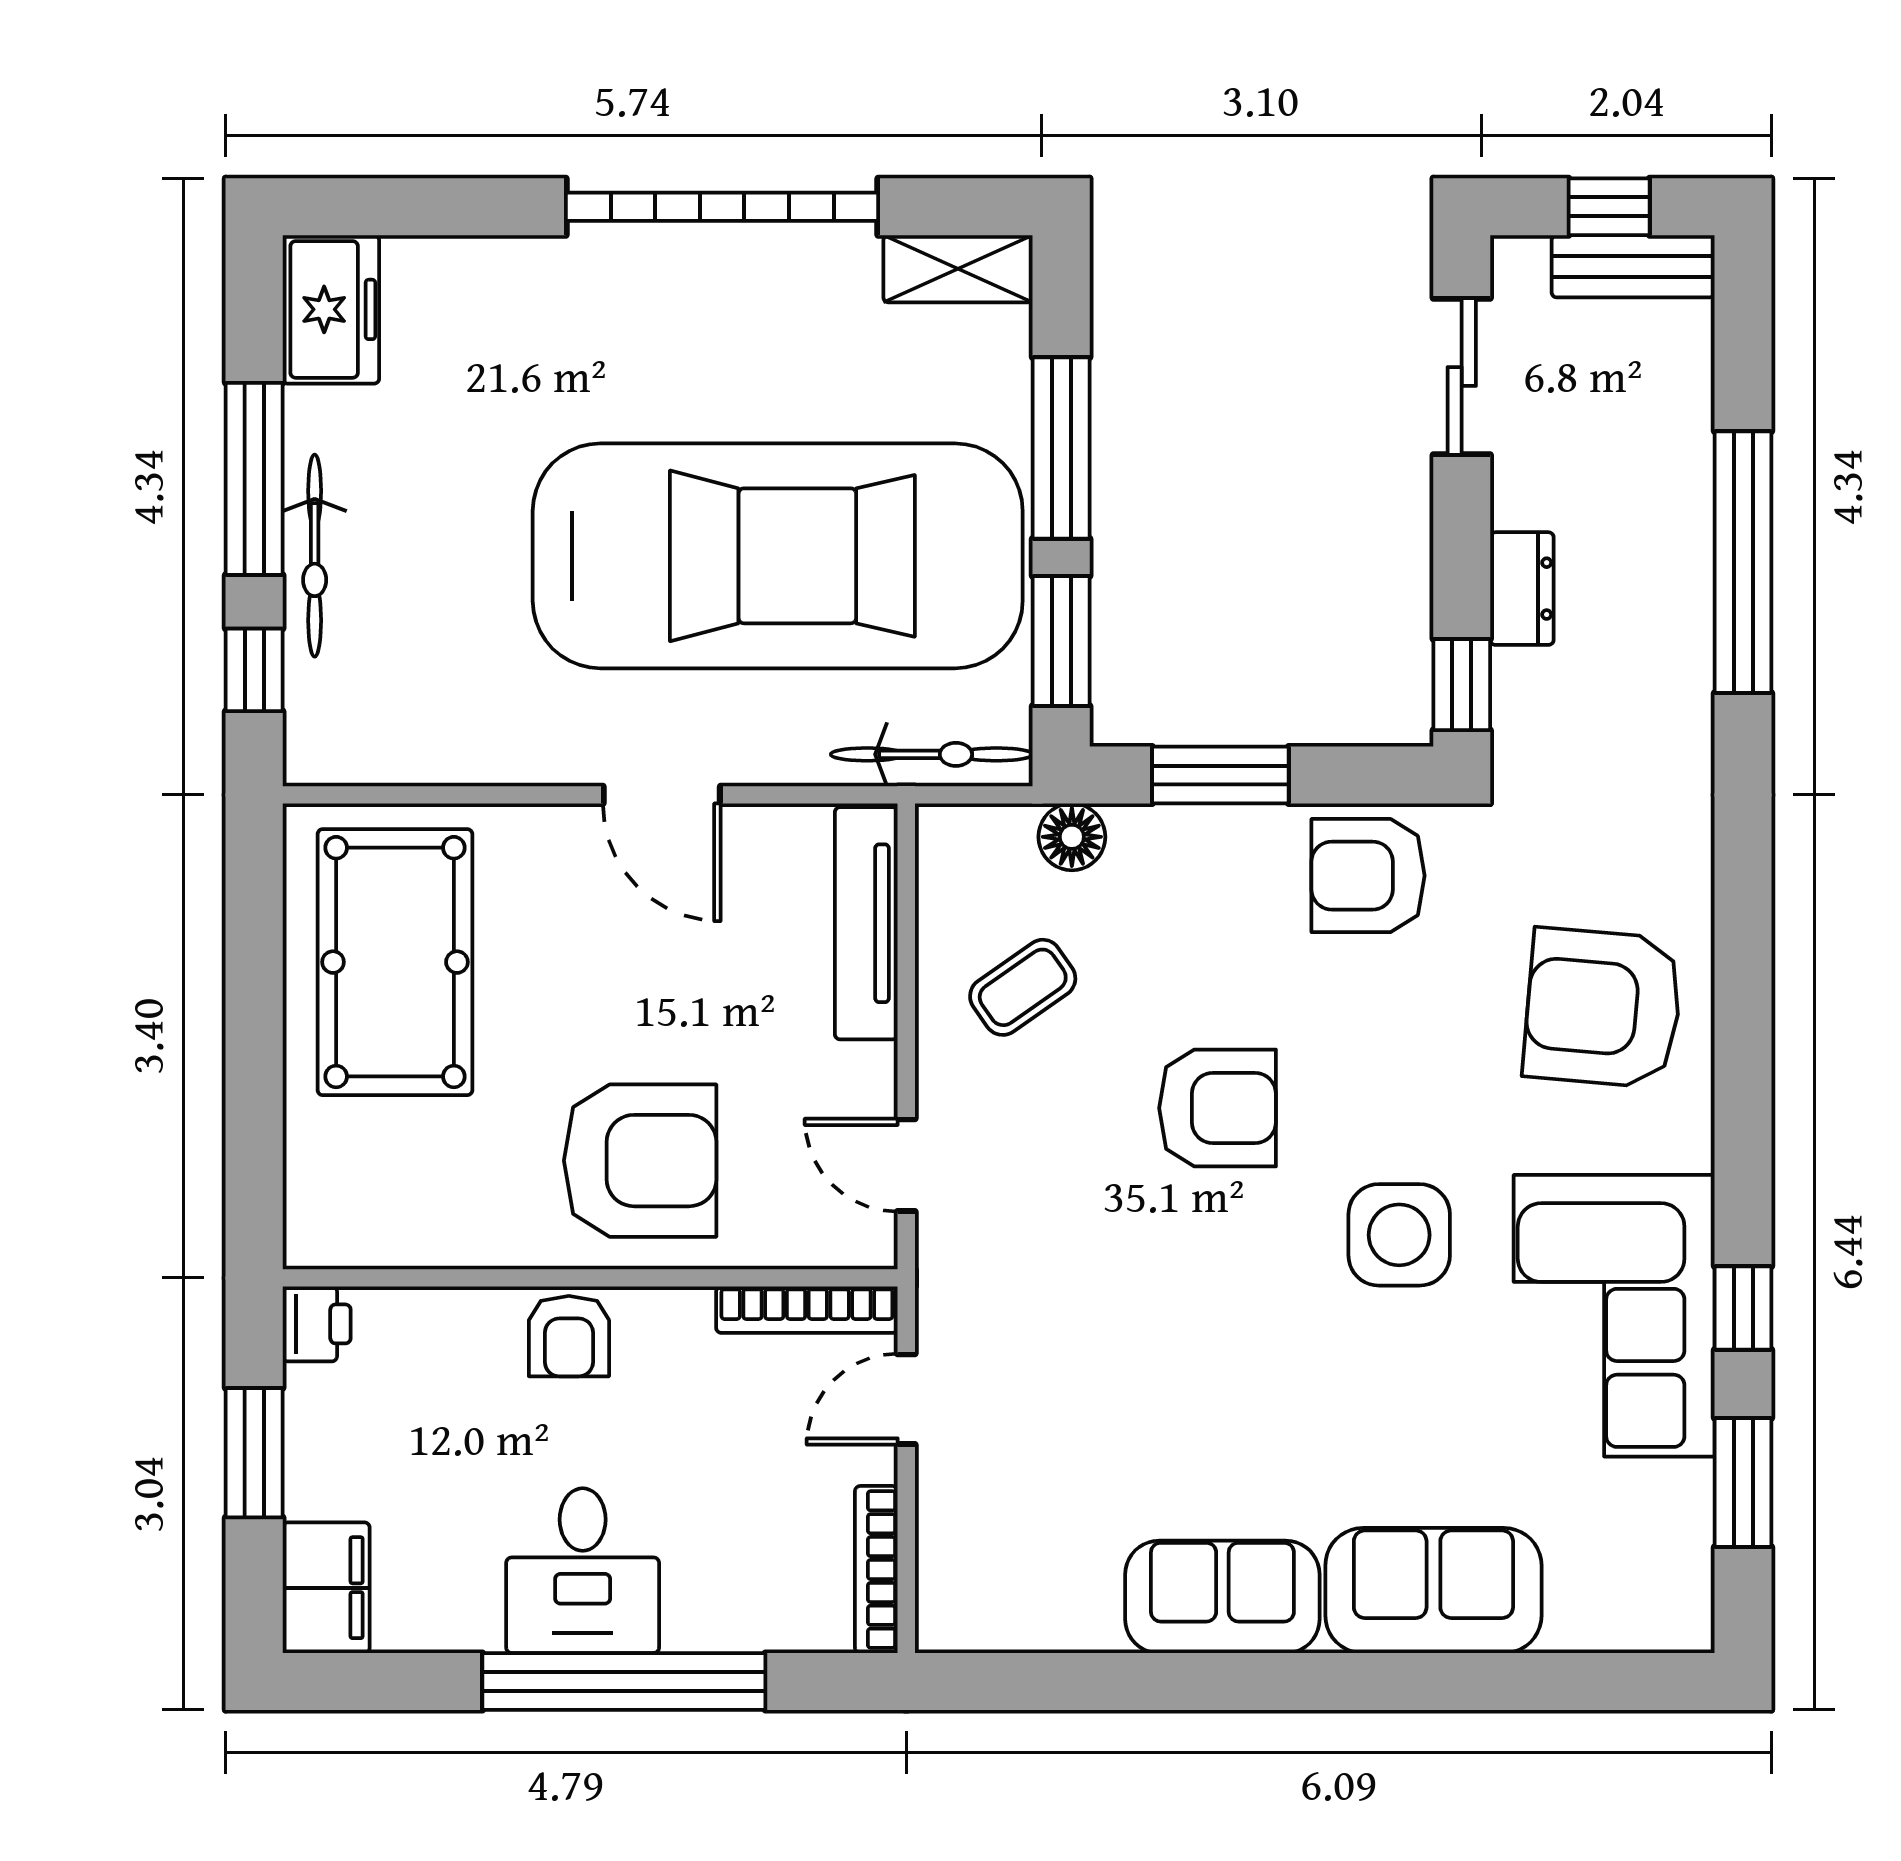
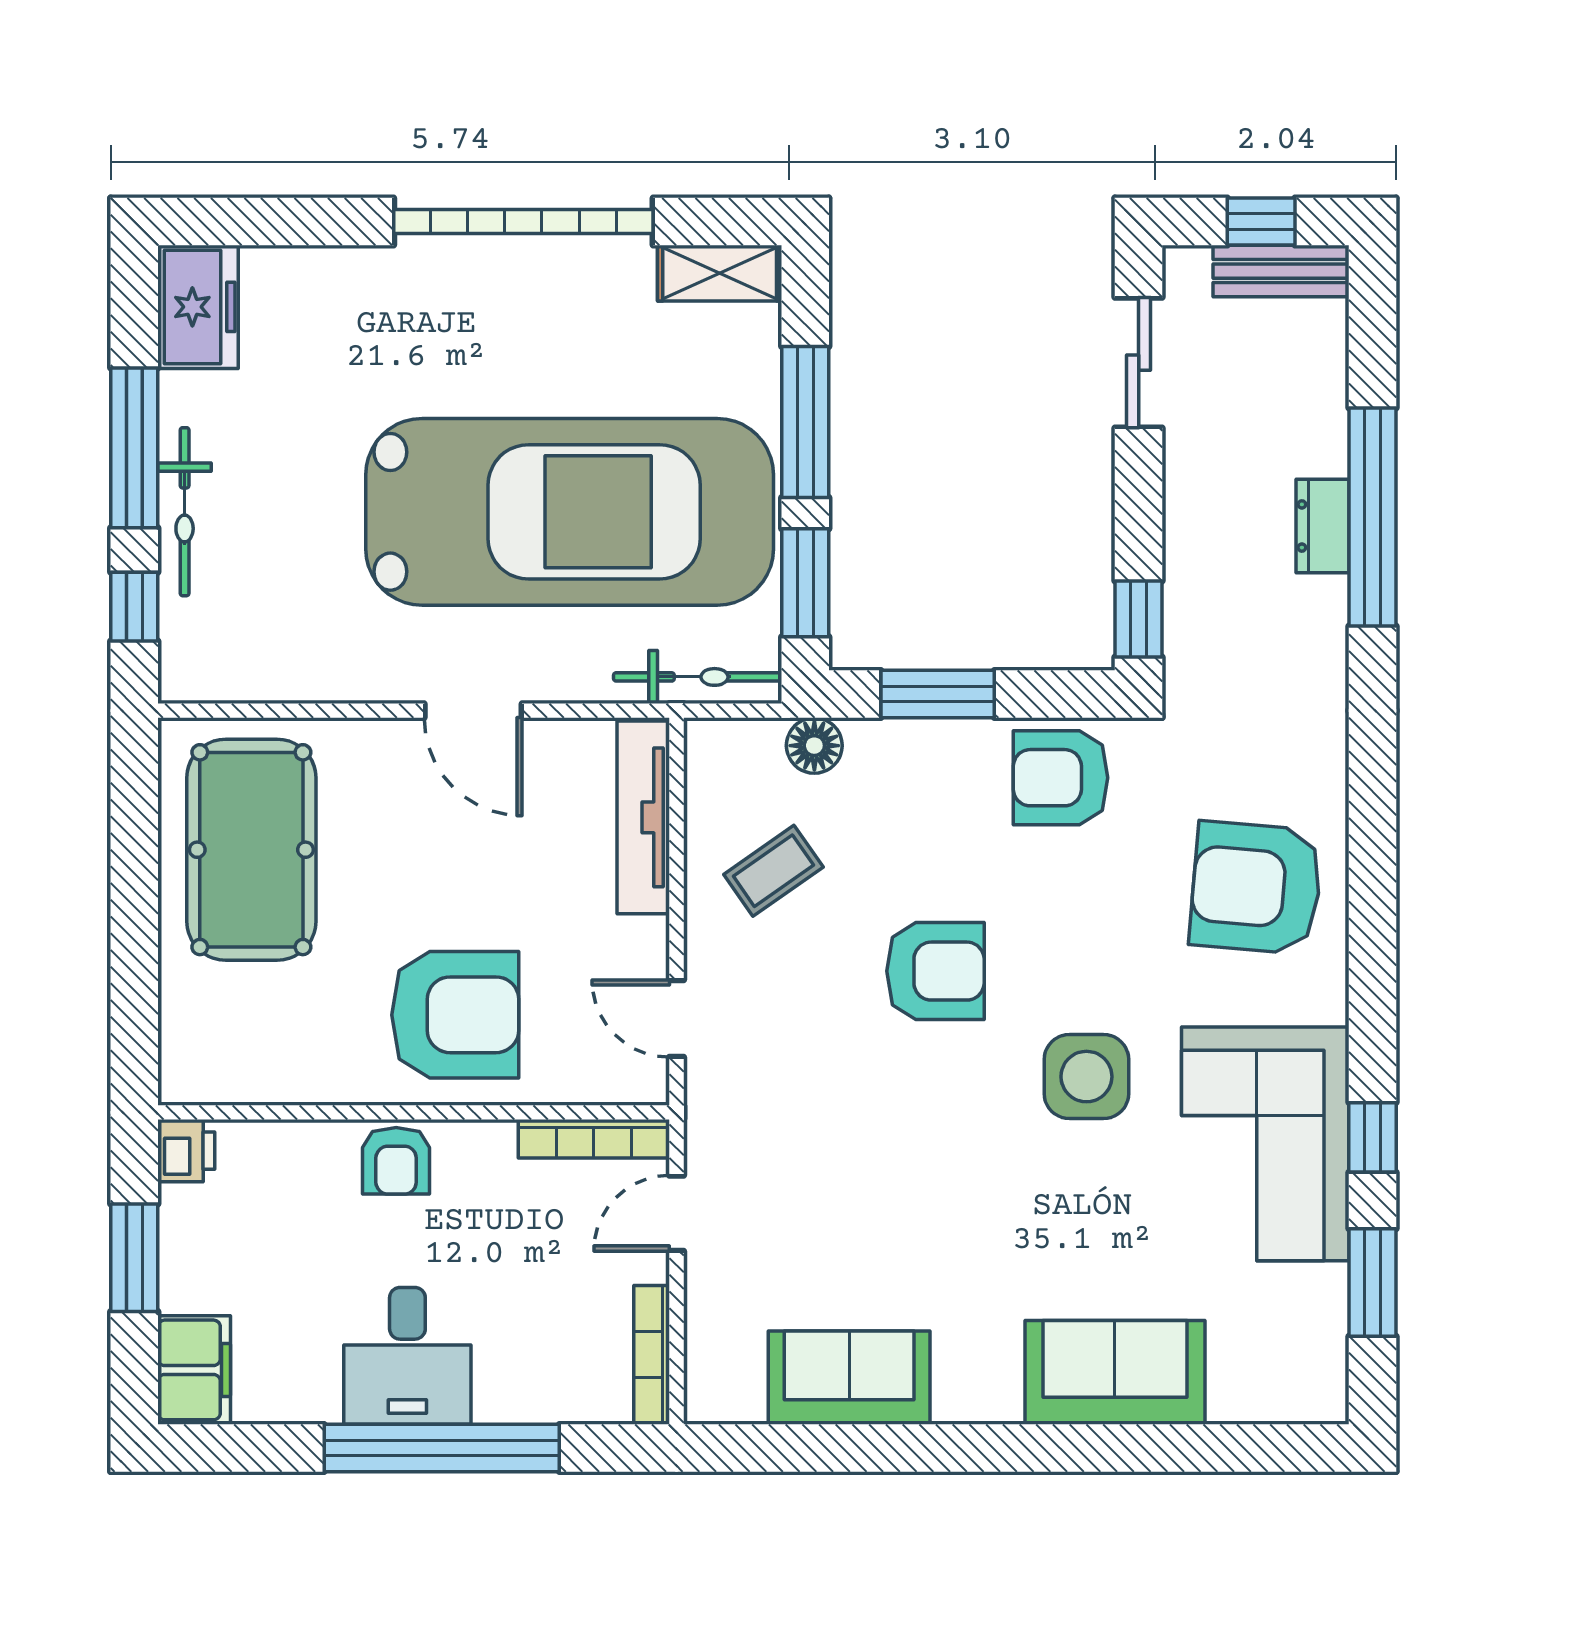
dresser: (1522, 589) -> (1322, 526), moved, turned 180
sofa: (1222, 1597) -> (849, 1378), moved

